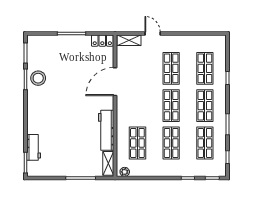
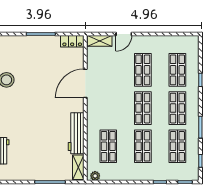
door: (153, 33) -> (124, 34), swing flipped

